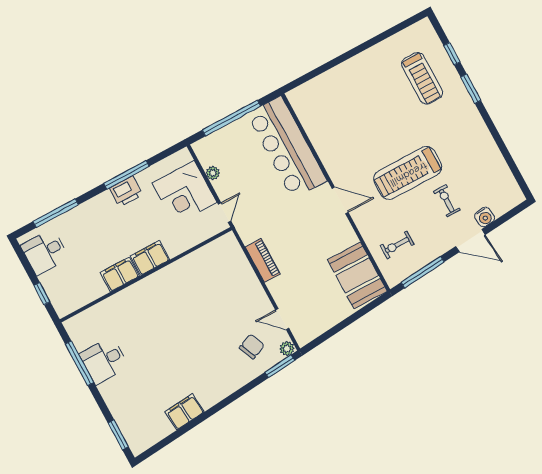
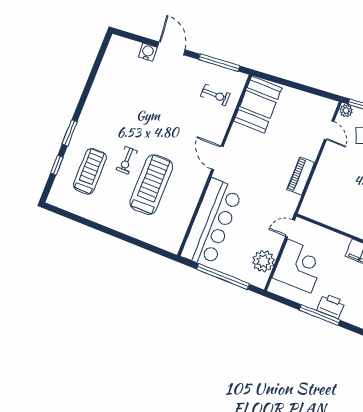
plant: (213, 173) -> (263, 261), width x1.87, depth x1.87
treadmill: (408, 173) -> (151, 185), moved, turned -90
exercise bike: (447, 201) -> (127, 160), moved

